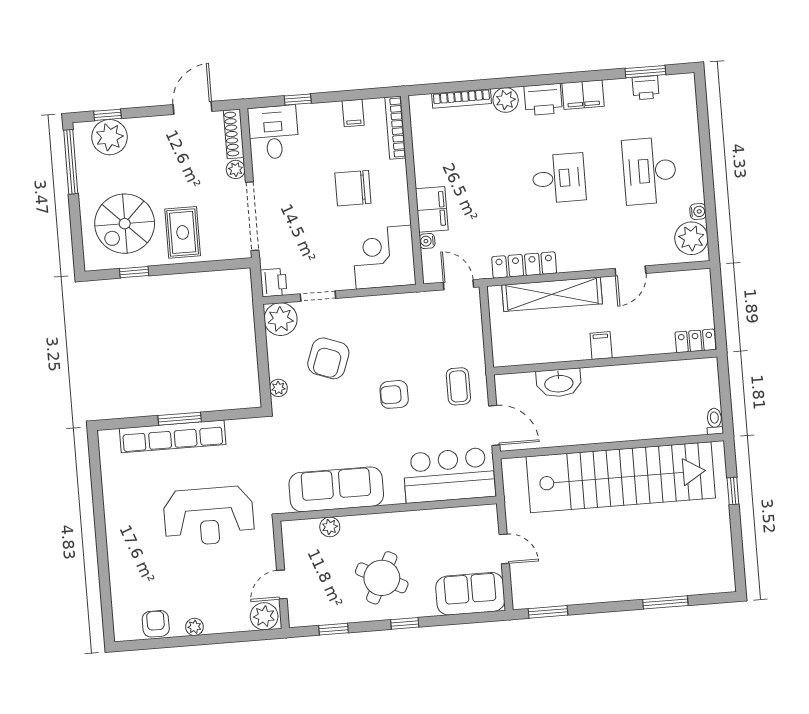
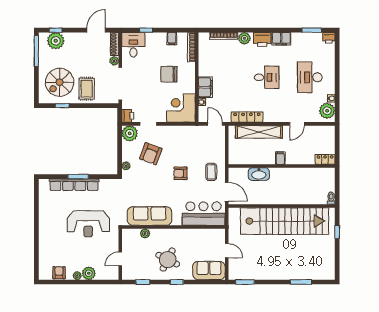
printer: (646, 88) -> (329, 38), moved
plant: (264, 616) -> (89, 273), moved

